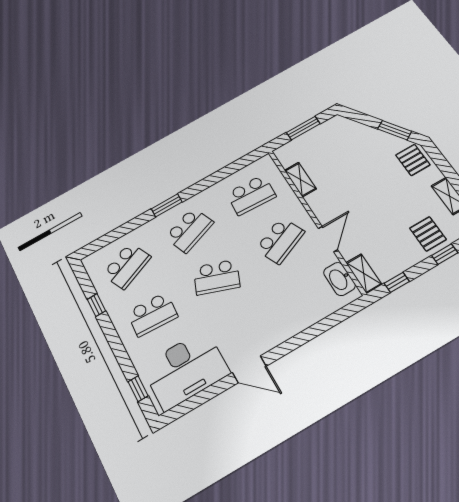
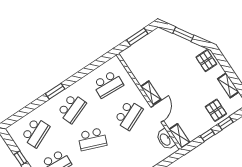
window: (395, 130) -> (183, 34), moved
shelving: (300, 180) -> (151, 93), moved
window: (397, 282) -> (208, 135), moved

